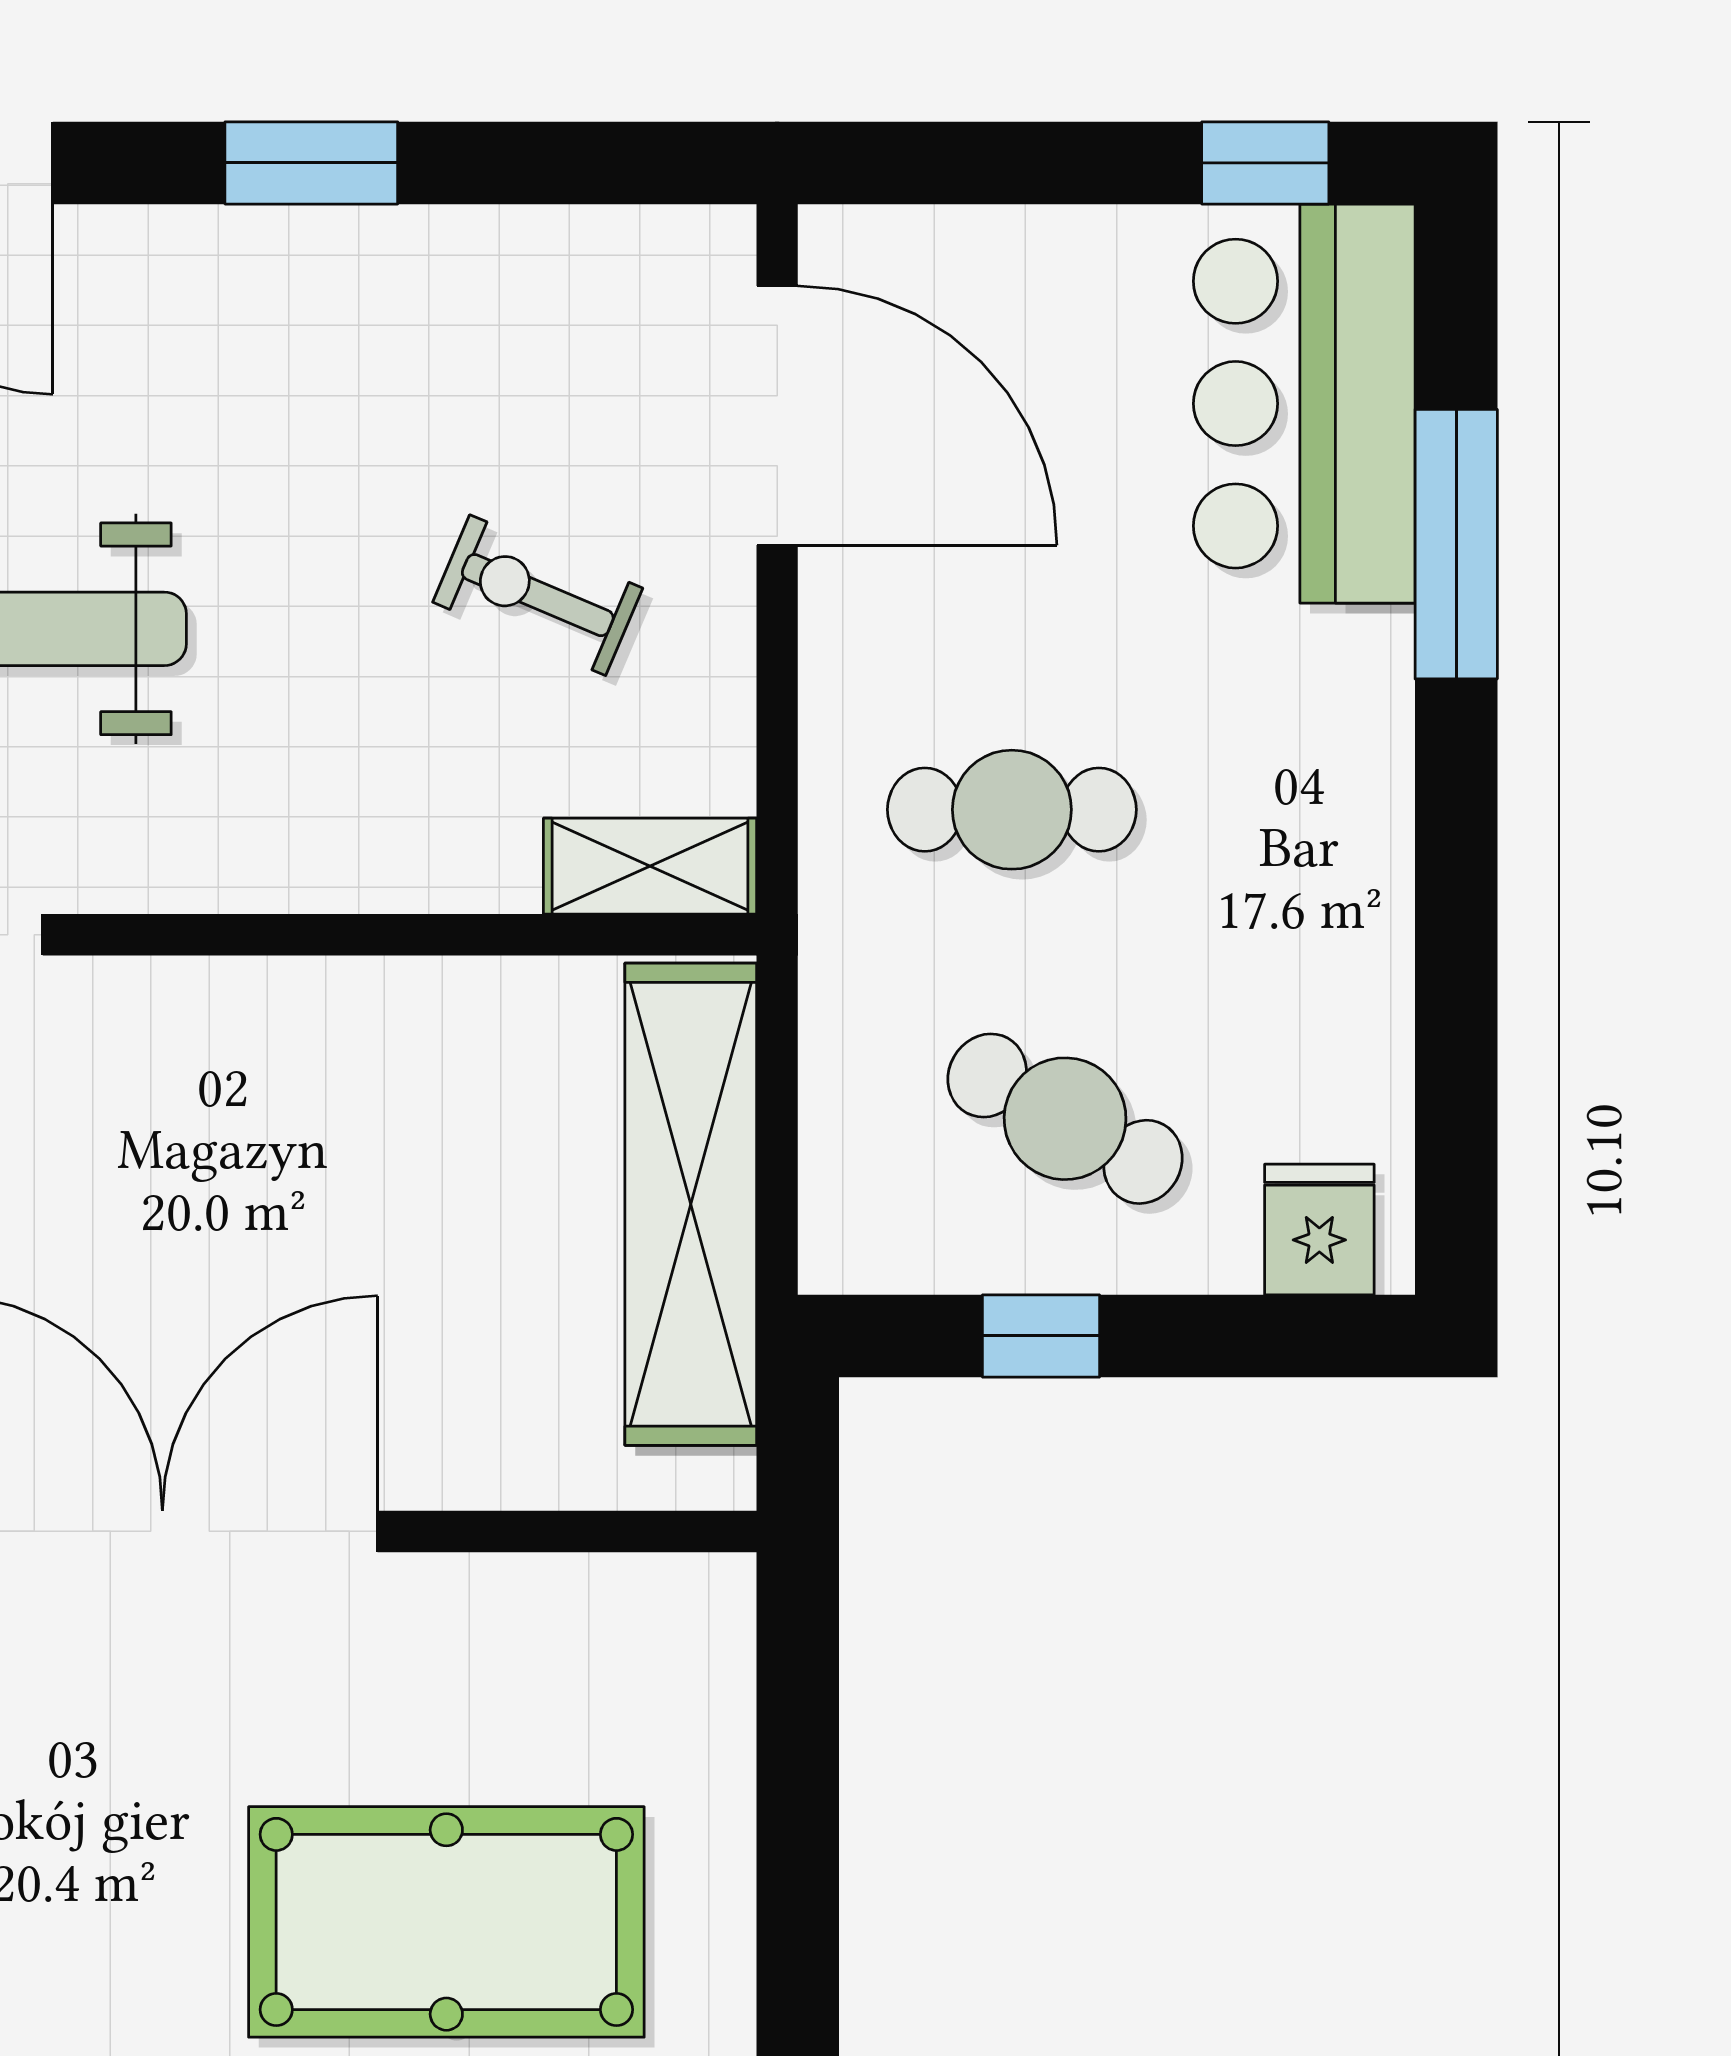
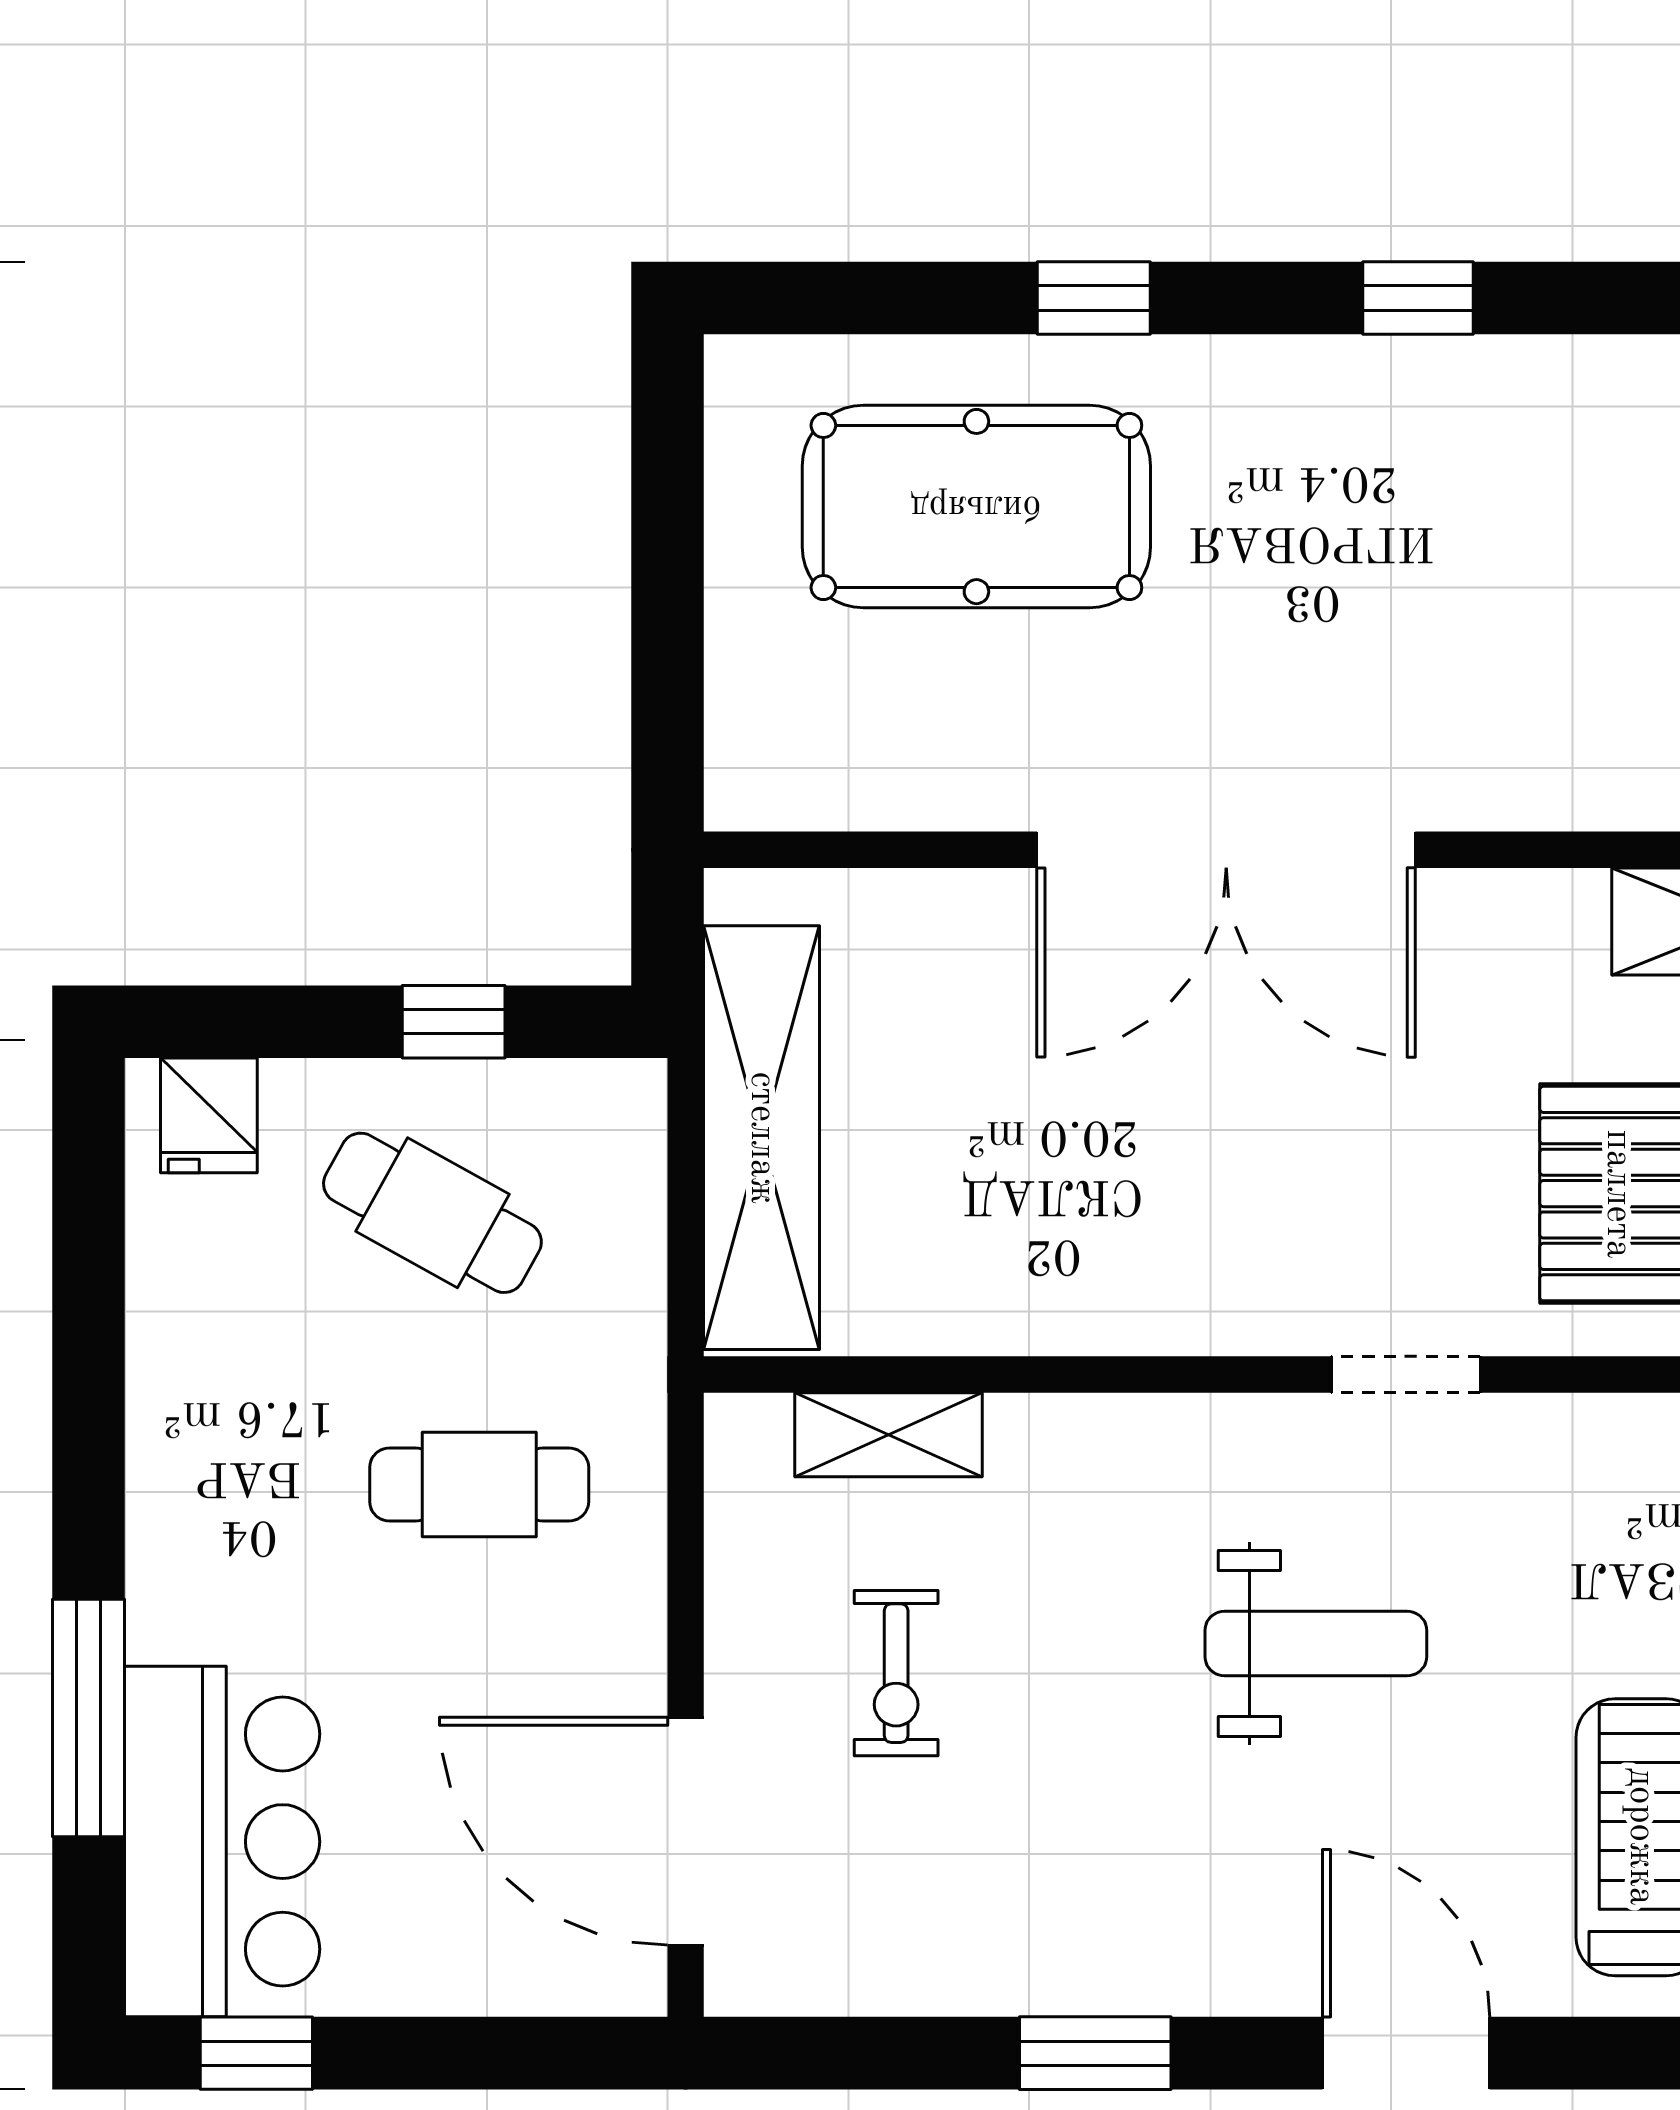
exercise bike: (538, 595) -> (896, 1673), turned 67
shelving: (650, 866) -> (889, 1435), moved

